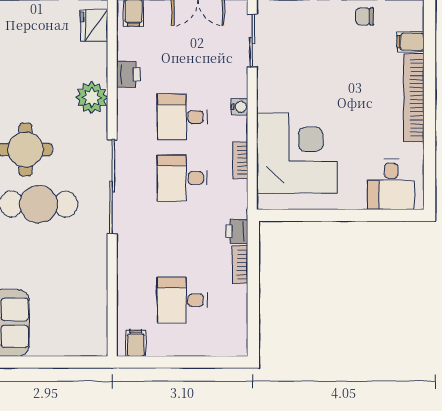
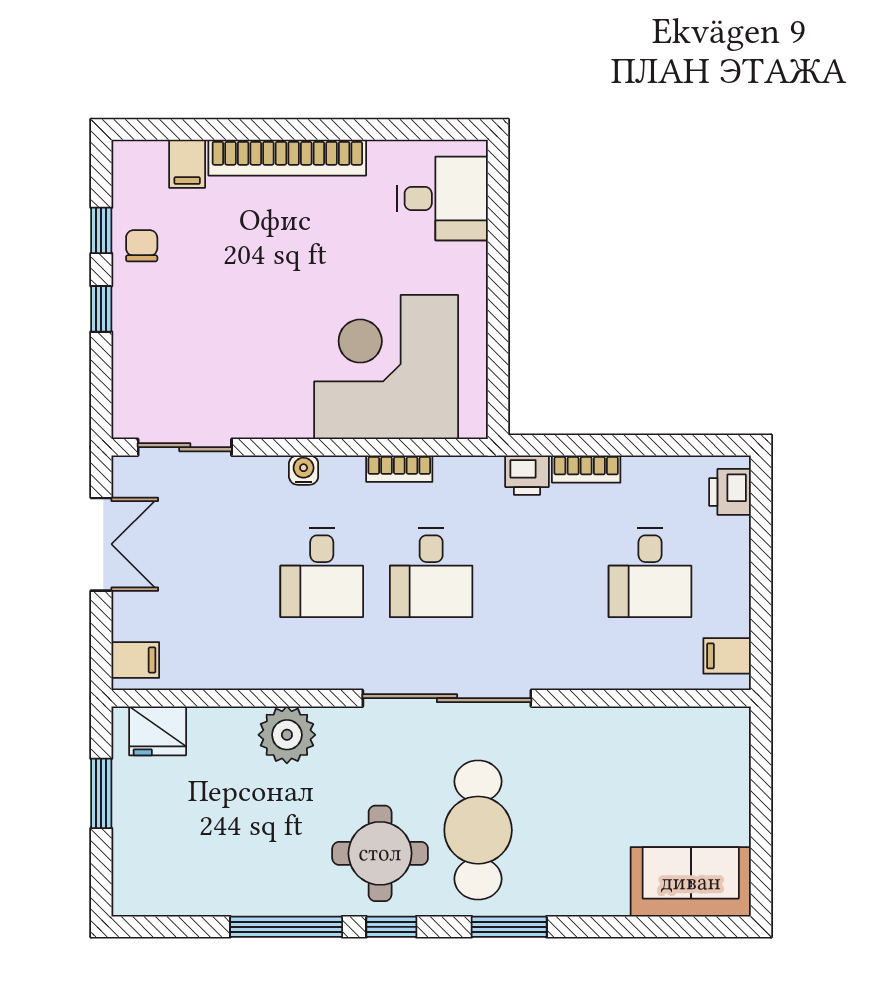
chair: (365, 16) -> (142, 246), turned 180
printer: (128, 74) -> (730, 492), moved, turned -90

